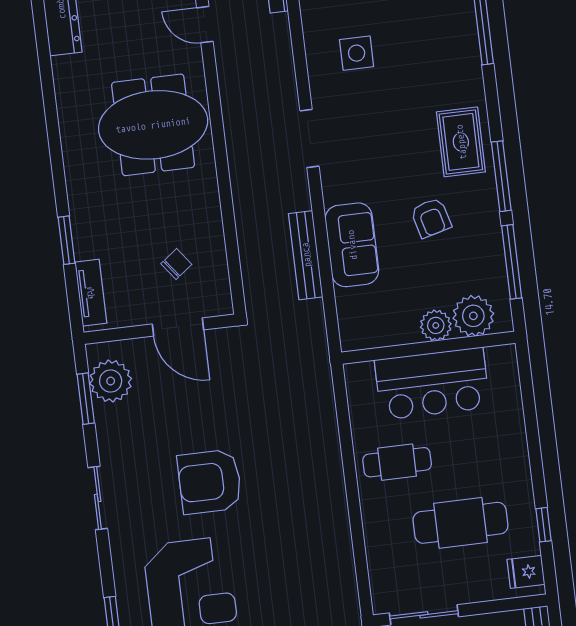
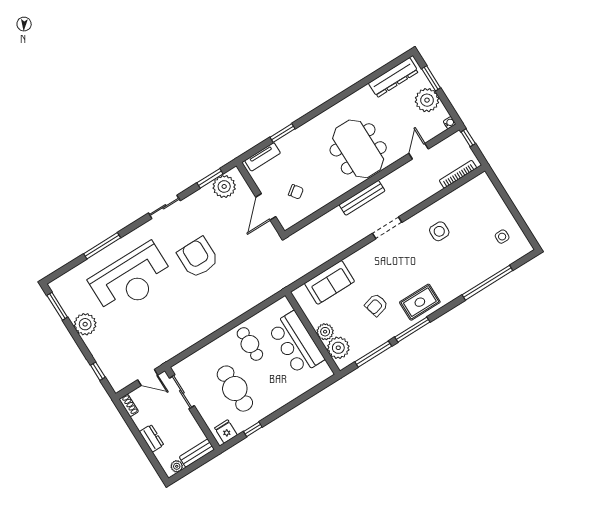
sofa: (352, 245) -> (330, 282), moved
bench: (306, 255) -> (362, 198), moved

